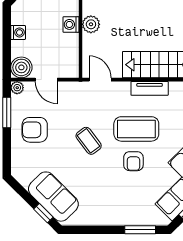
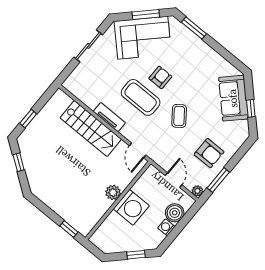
washing machine: (71, 24) -> (131, 207), width x1.89, depth x1.89
boiler: (21, 67) -> (175, 213), moved
window: (43, 213) -> (251, 108), moved

